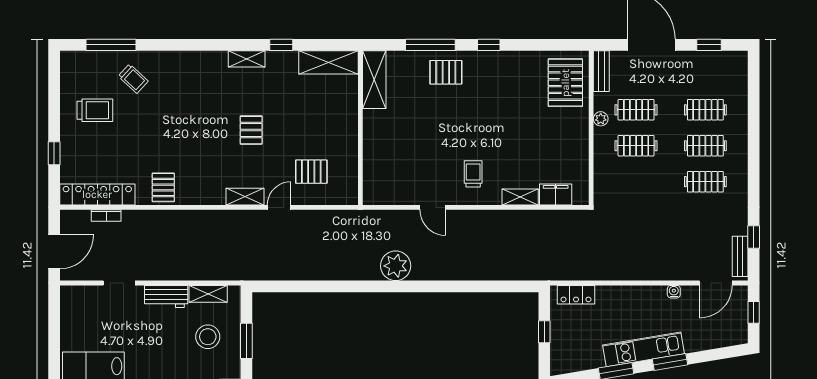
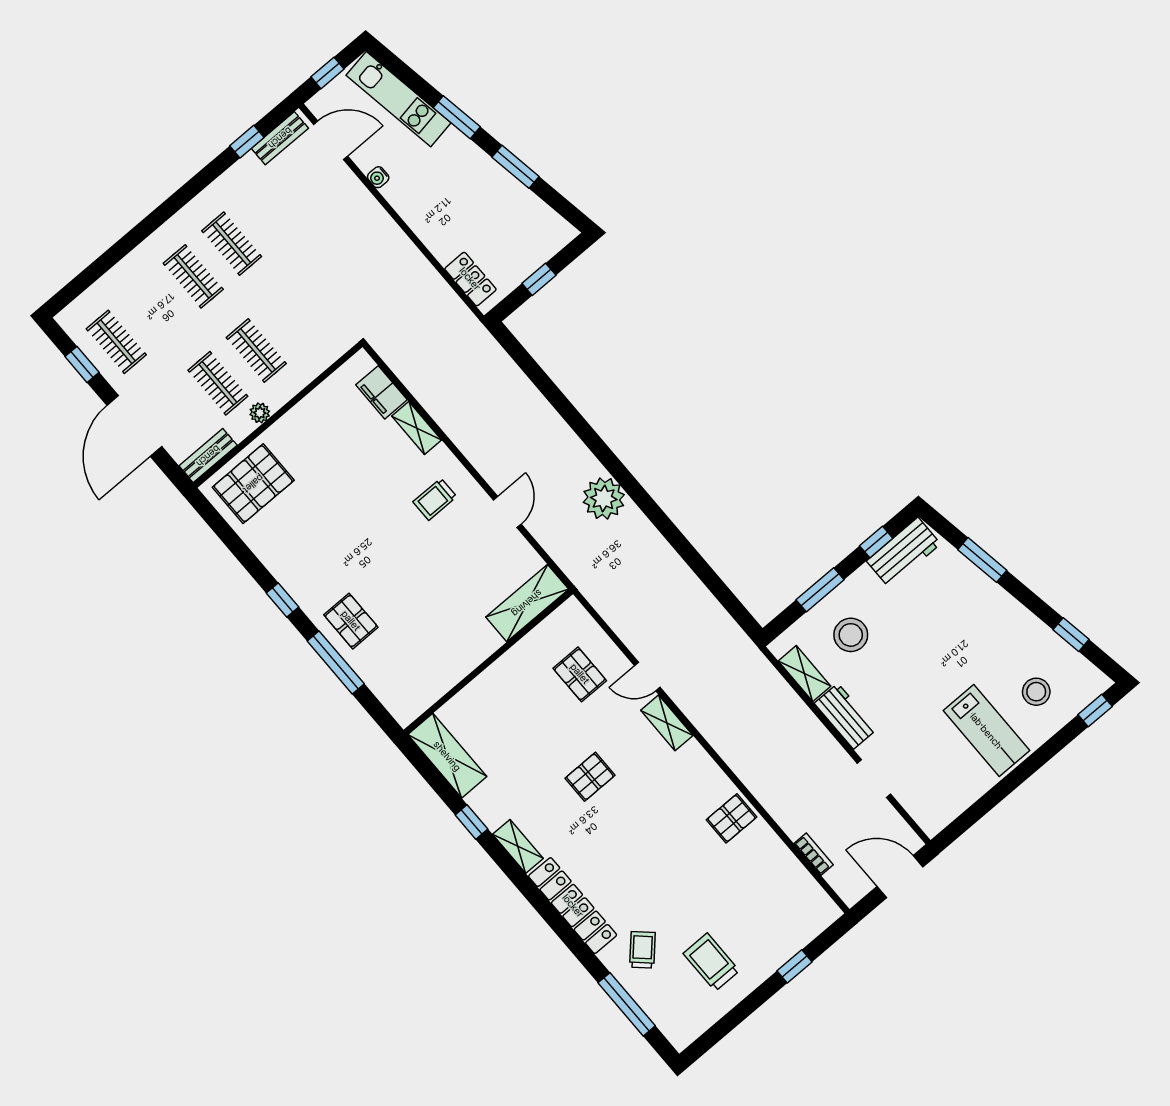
shelving: (374, 80) -> (527, 603), moved
clothes rail: (705, 110) -> (116, 342), moved
locker: (97, 194) -> (573, 906), moved, turned 180
kitchen unit: (644, 349) -> (398, 99), moved

